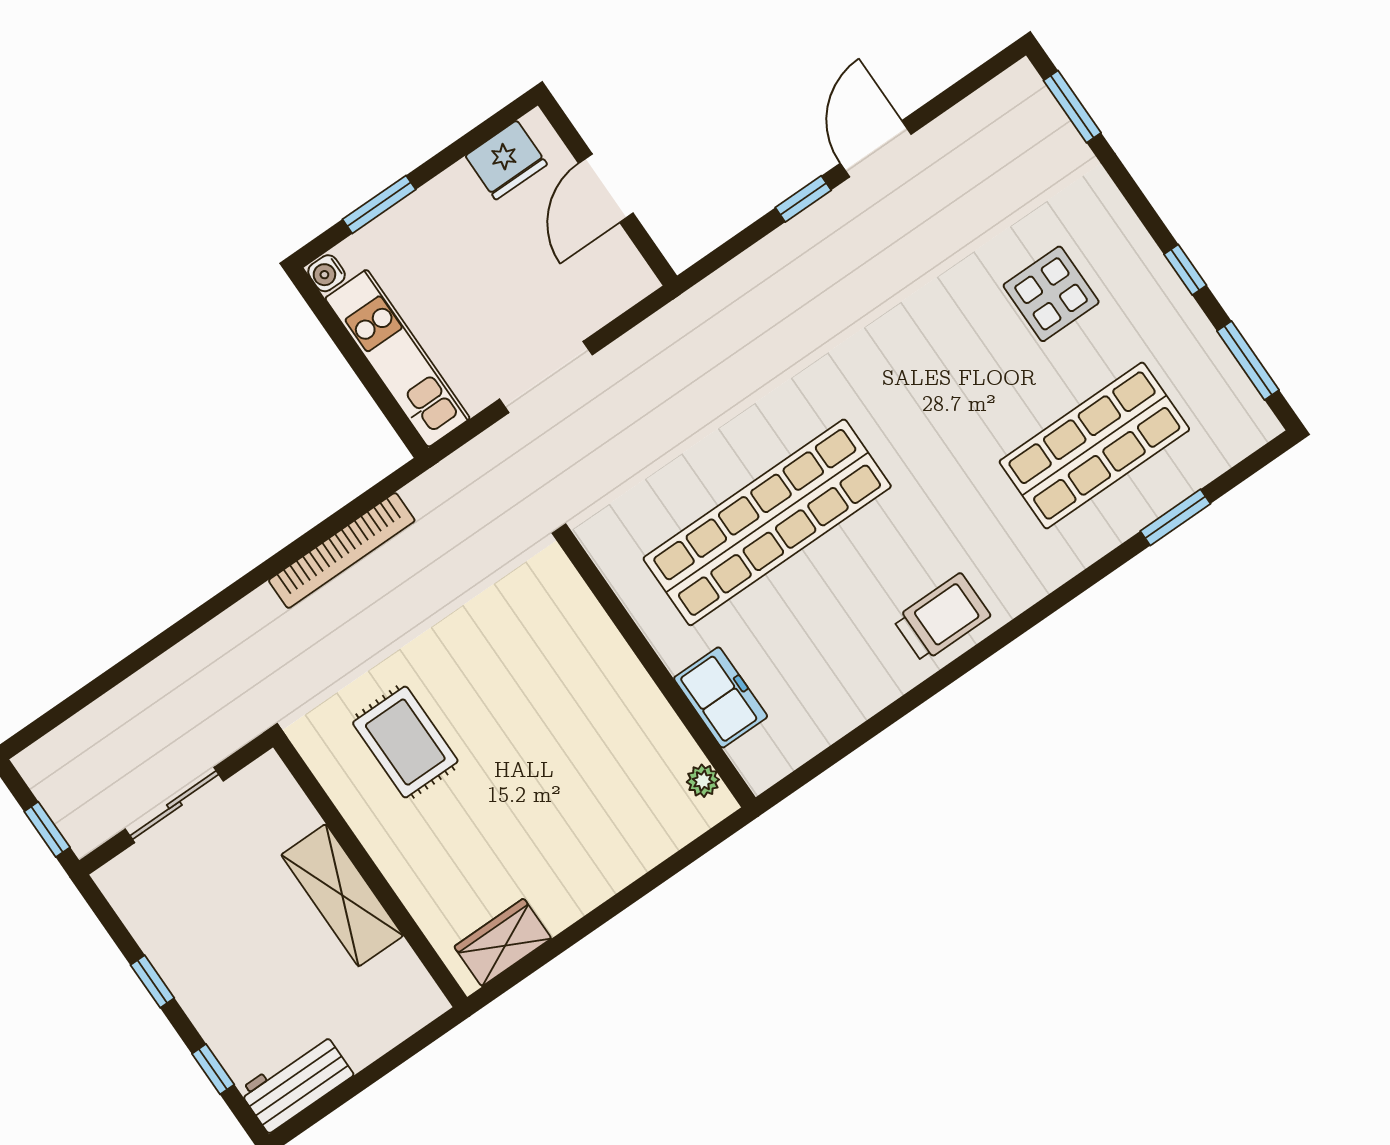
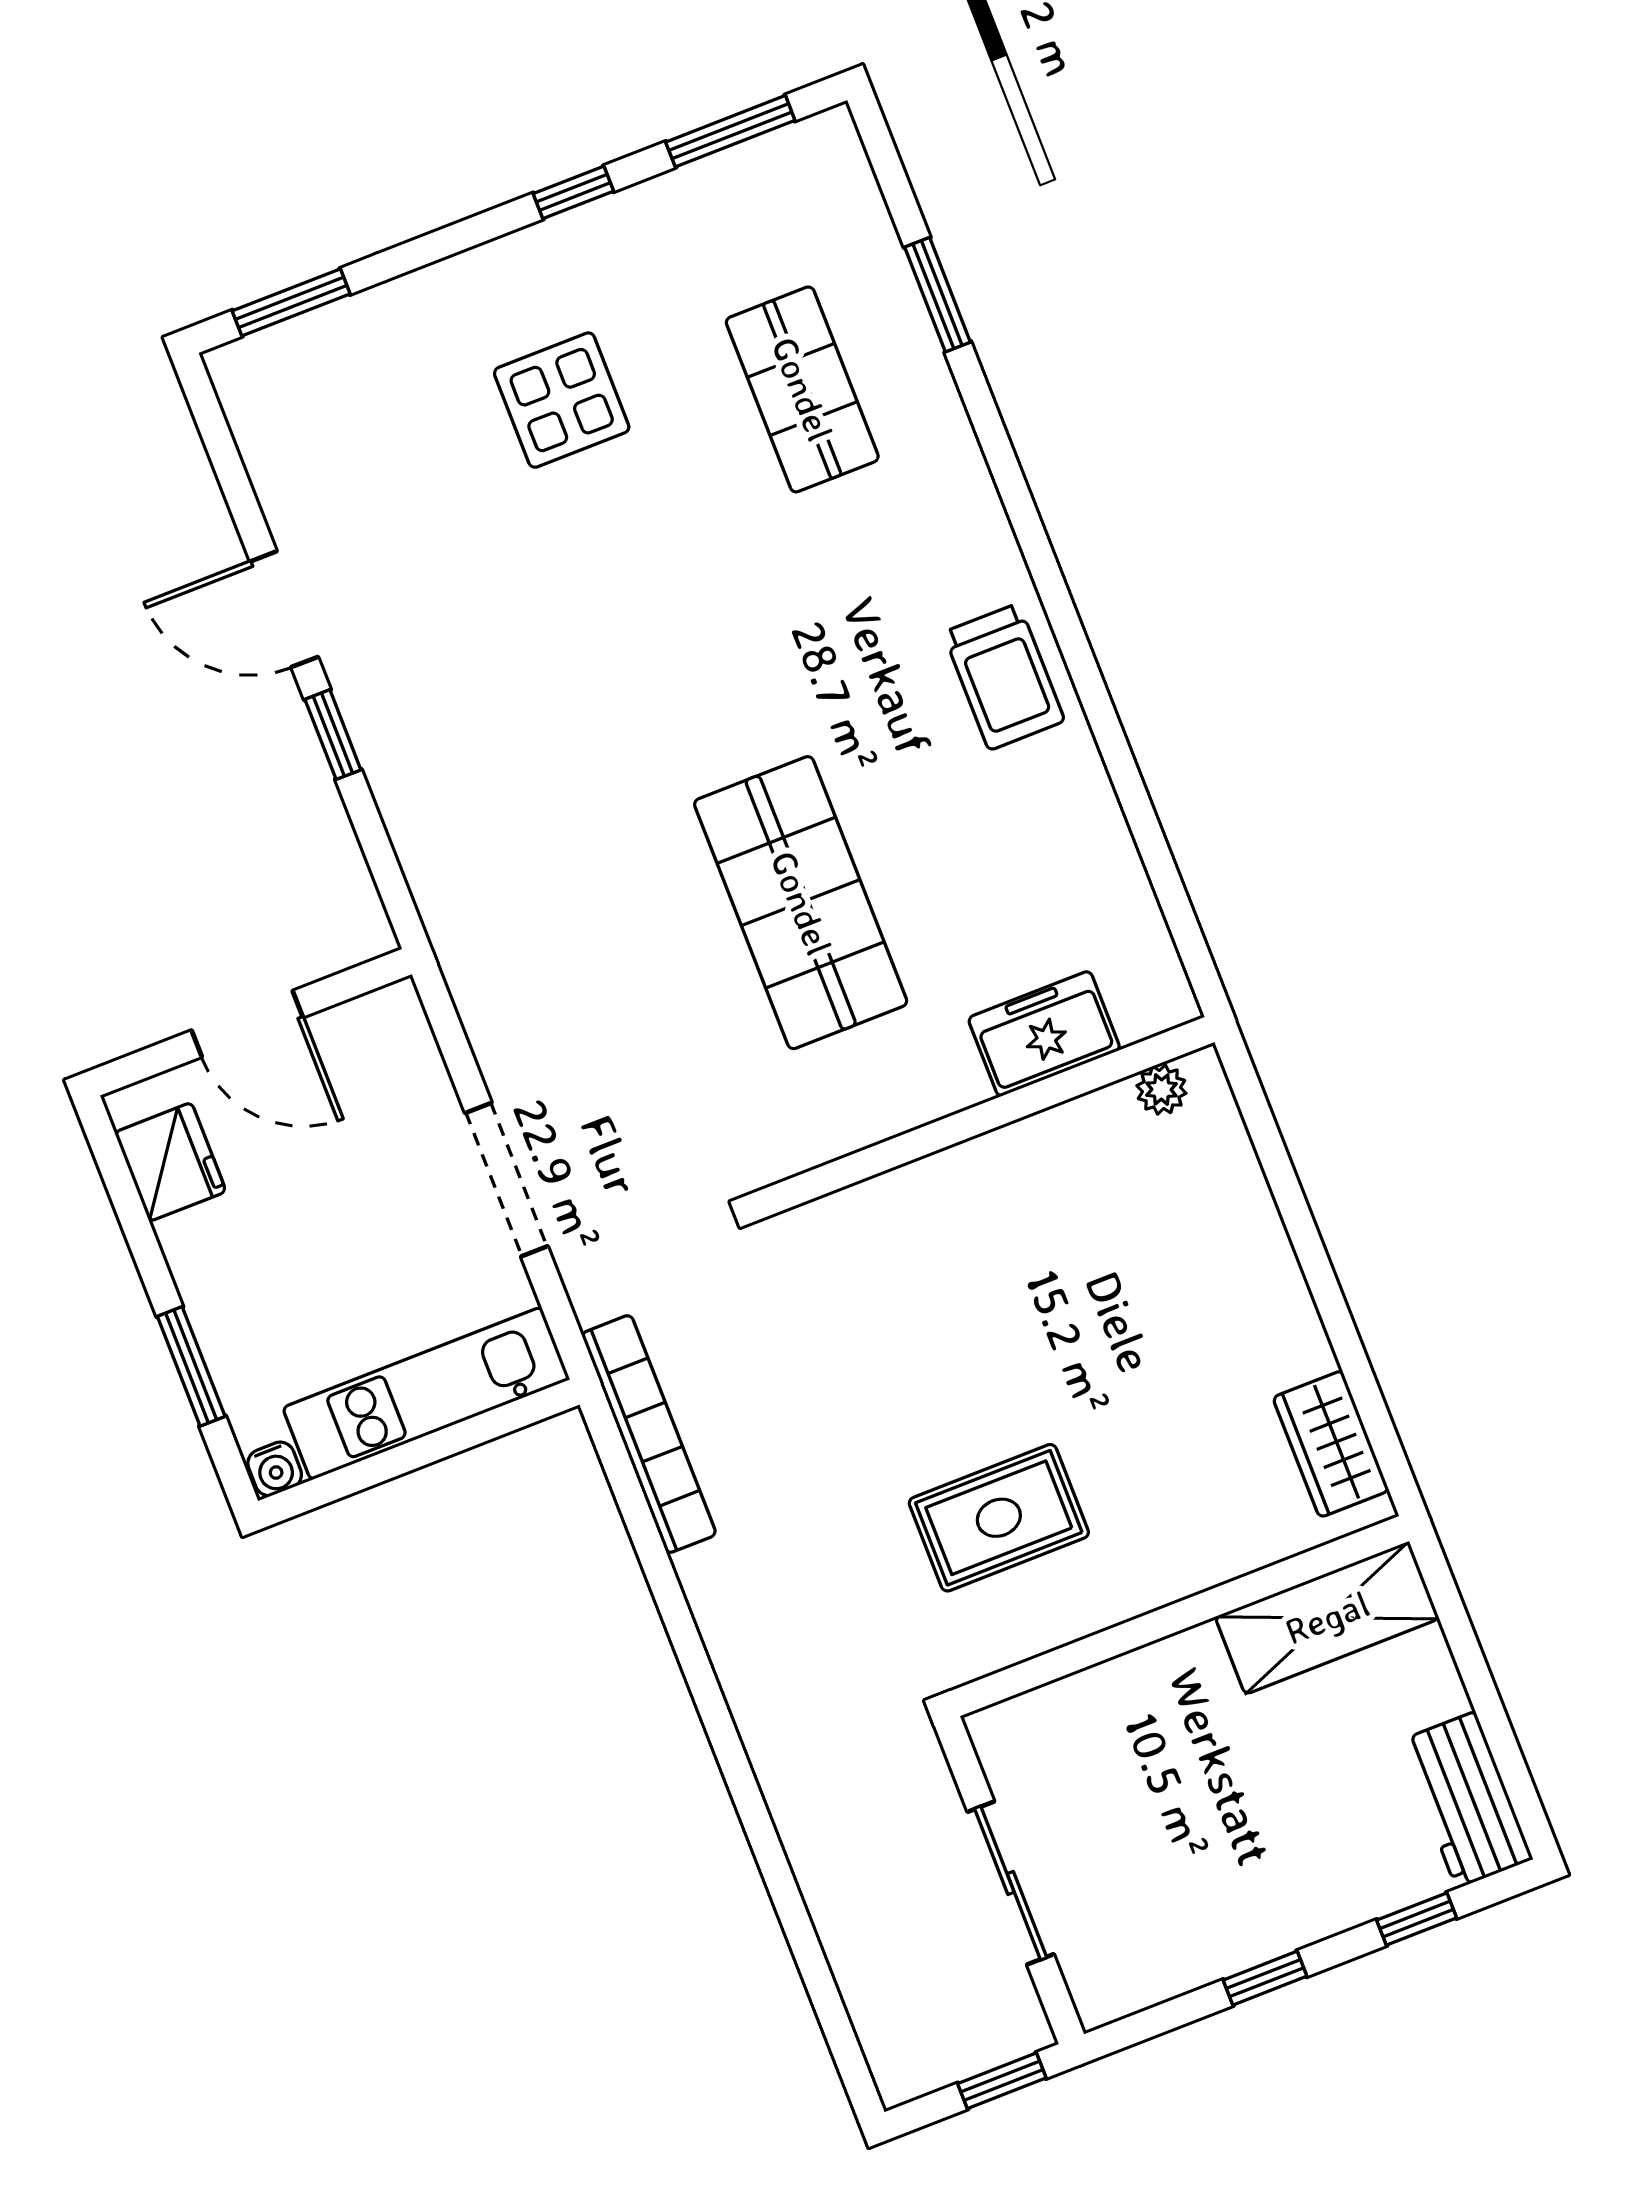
shop shelf: (1094, 446) -> (802, 389), width x0.70, depth x0.74
shop shelf: (767, 522) -> (801, 903), width x0.71
bookcase: (342, 550) -> (649, 1434), moved
trolley: (942, 618) -> (1004, 677), turned 180
shelving: (342, 895) -> (1327, 1618), moved

